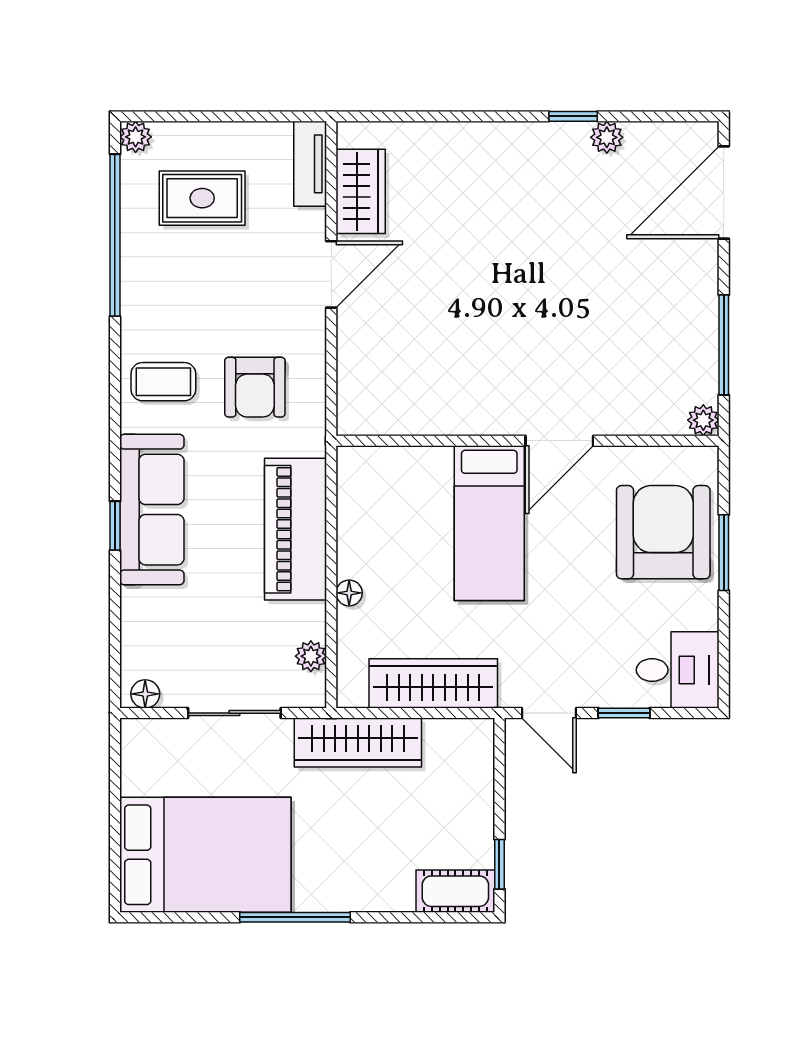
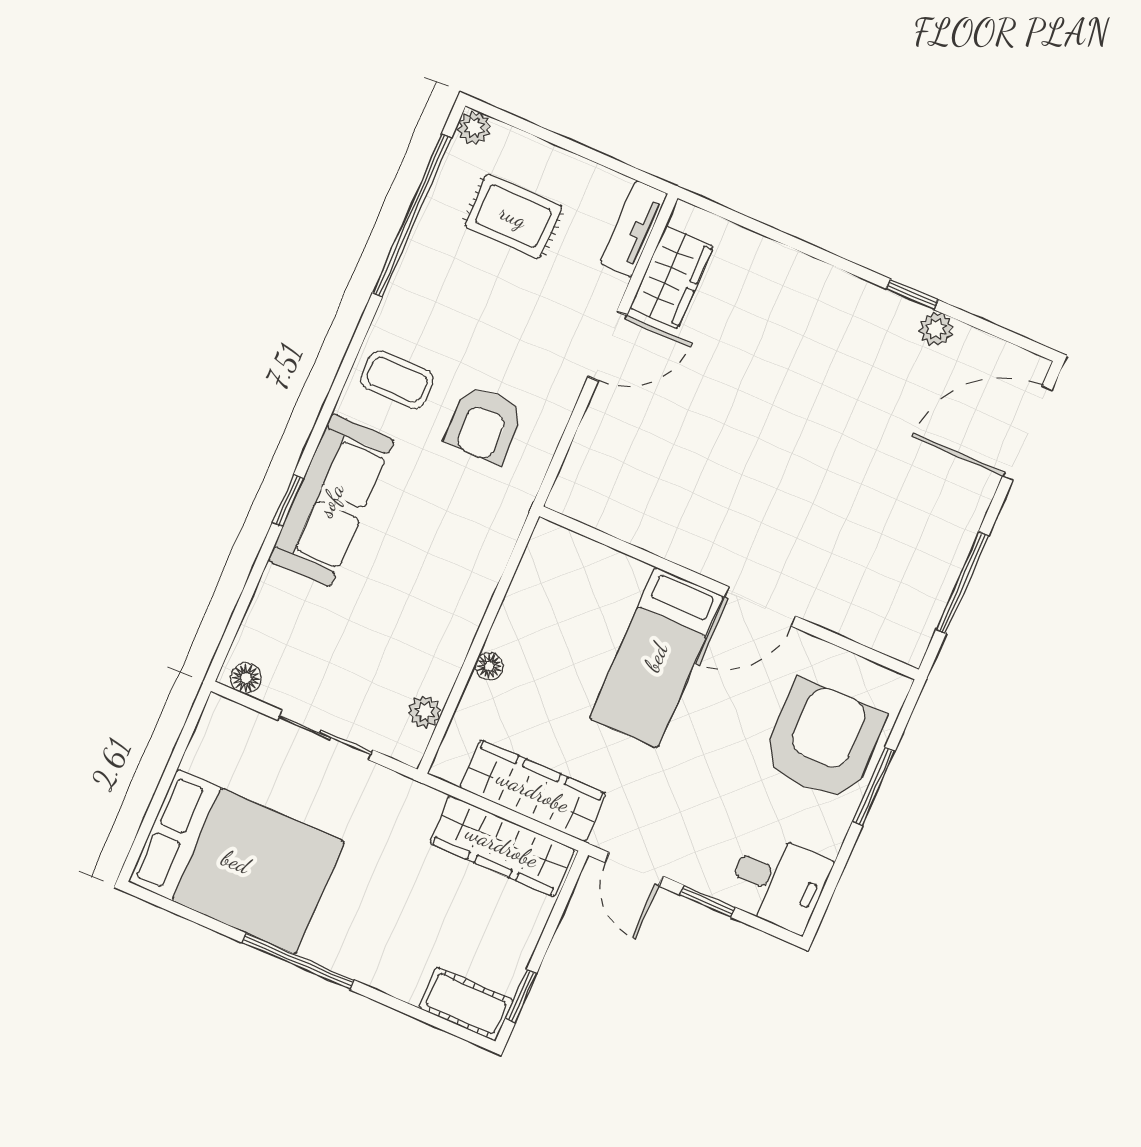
plant: (703, 420) -> (910, 648), removed
piano: (296, 529) -> (464, 581), removed
wardrobe: (358, 742) -> (502, 846), moved

